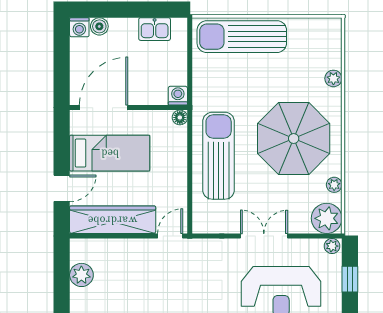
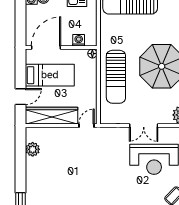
washing machine: (178, 96) -> (79, 40), moved
sun lounger: (219, 156) -> (116, 77), turned 180
double door: (264, 236) -> (144, 126), swing flipped

